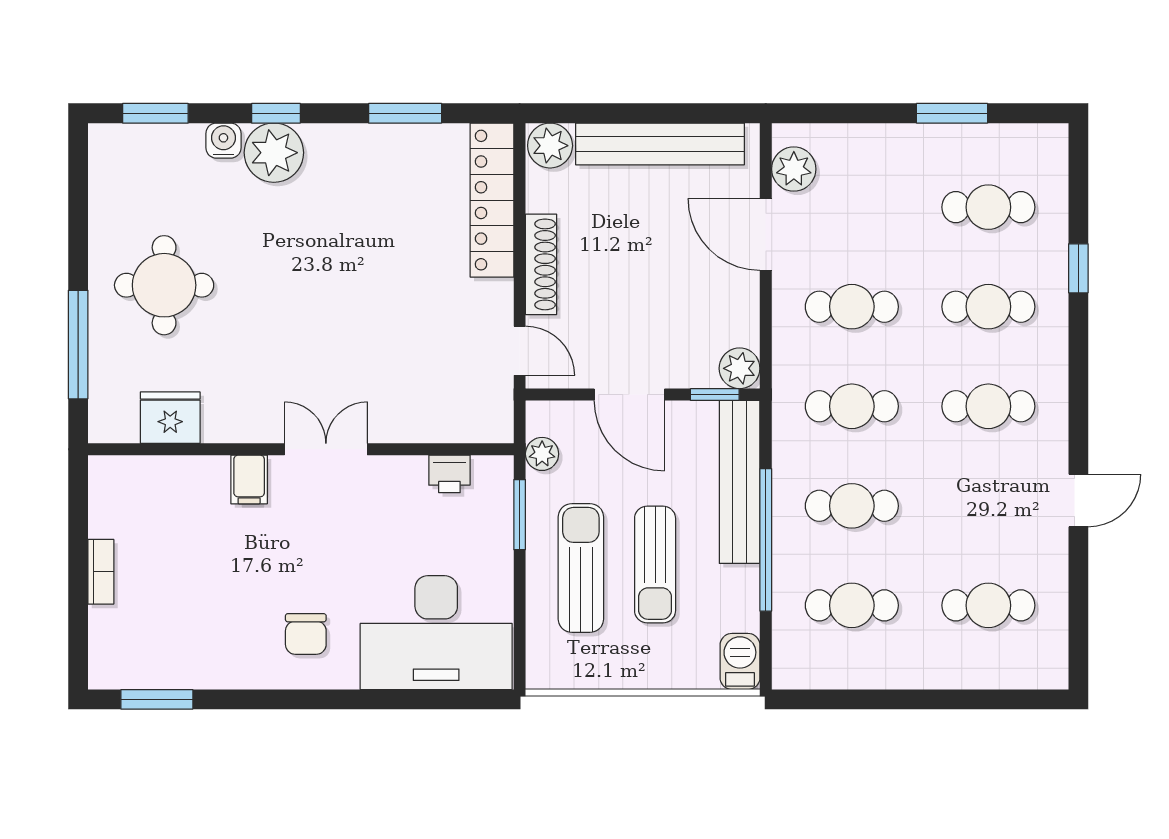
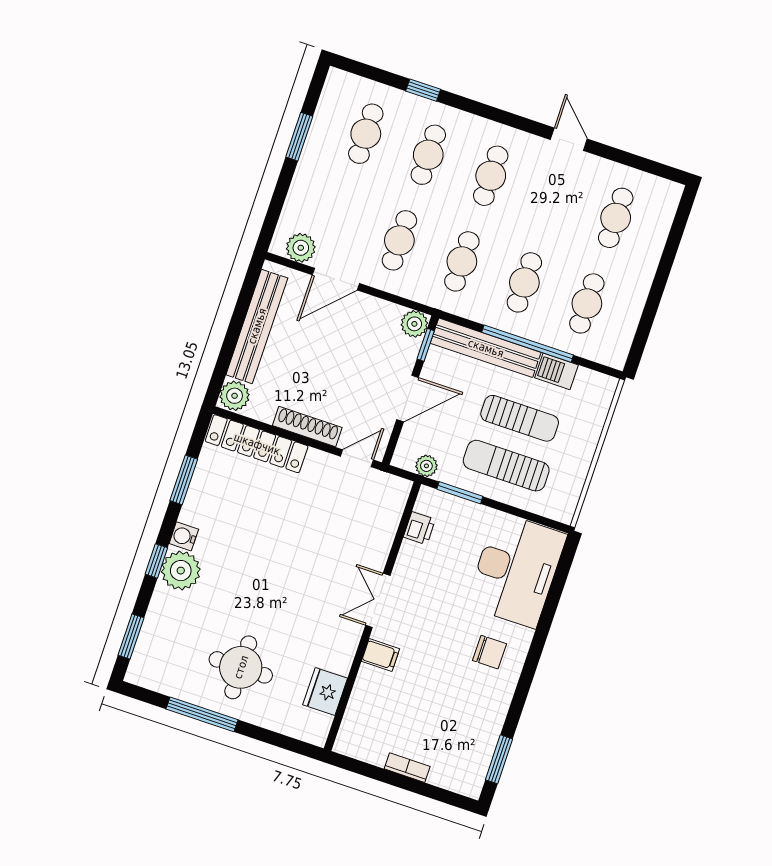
water cooler: (223, 141) -> (184, 536), moved
window: (78, 345) -> (202, 714), moved
barbecue: (740, 661) -> (556, 371), moved

